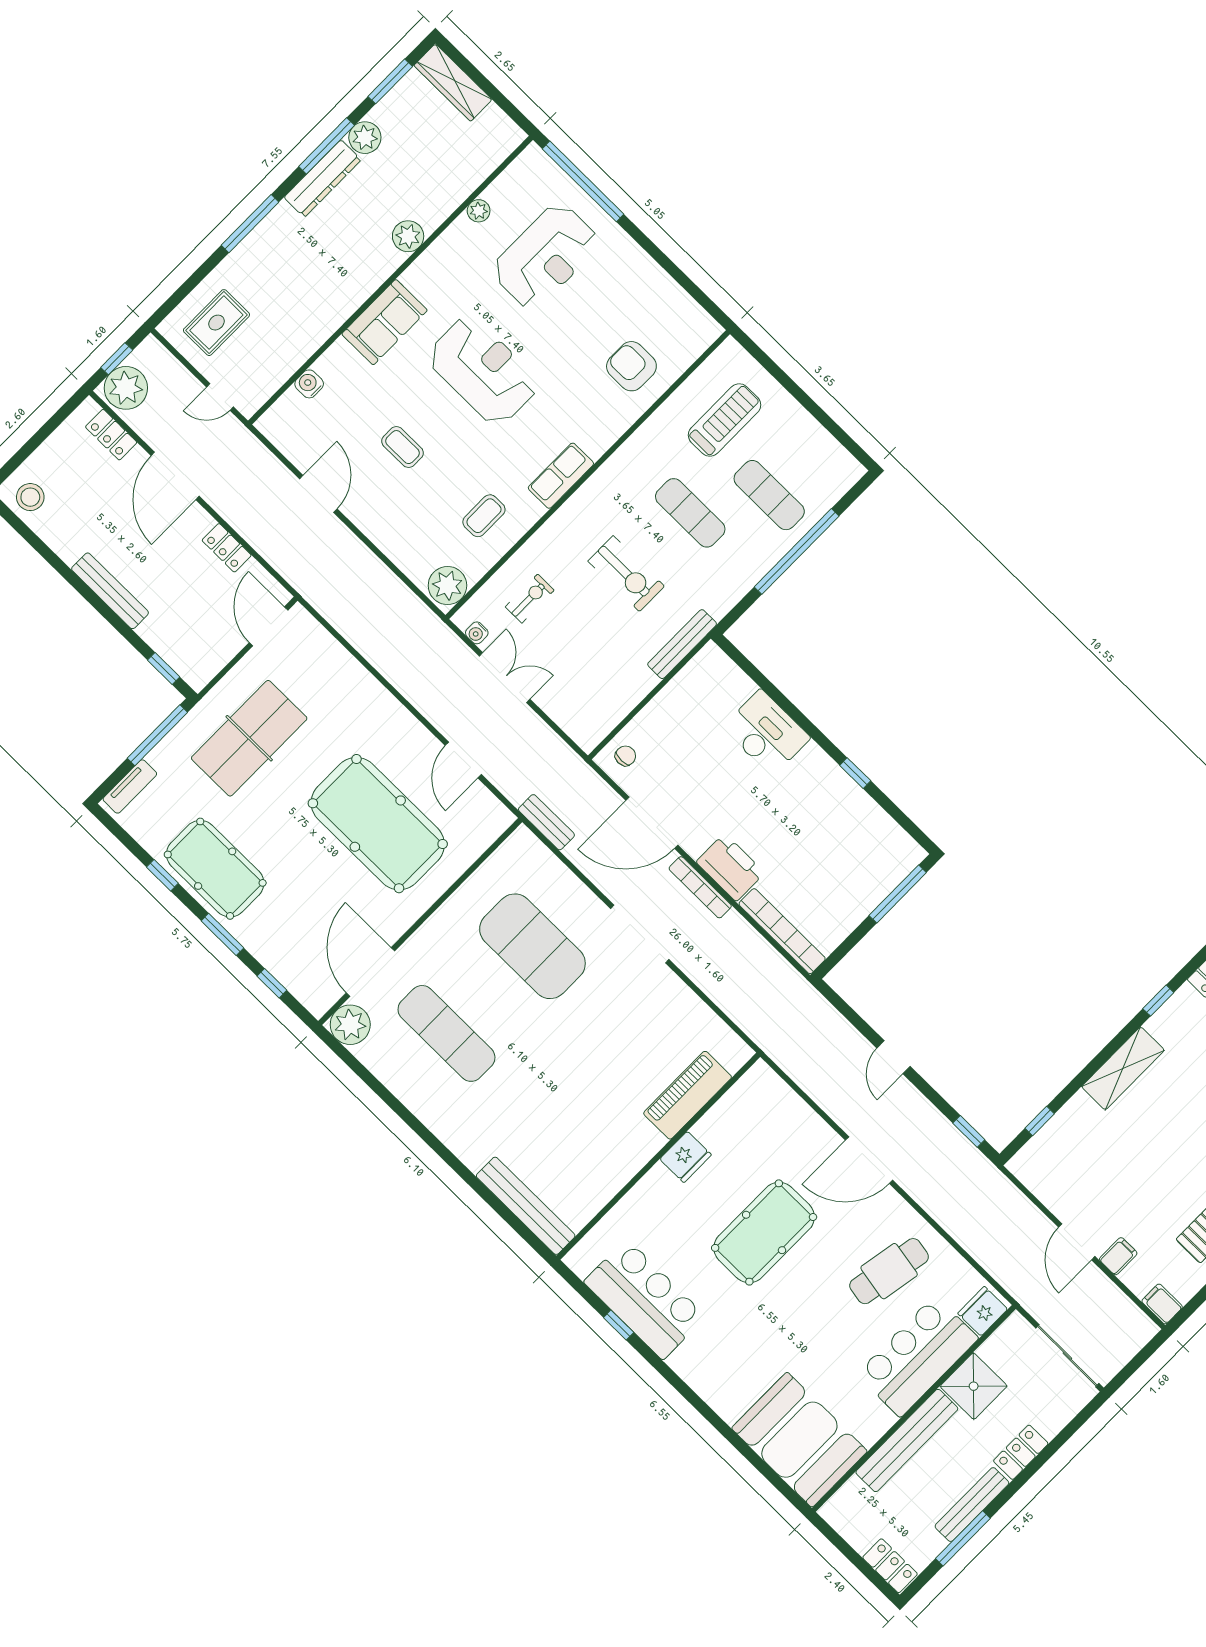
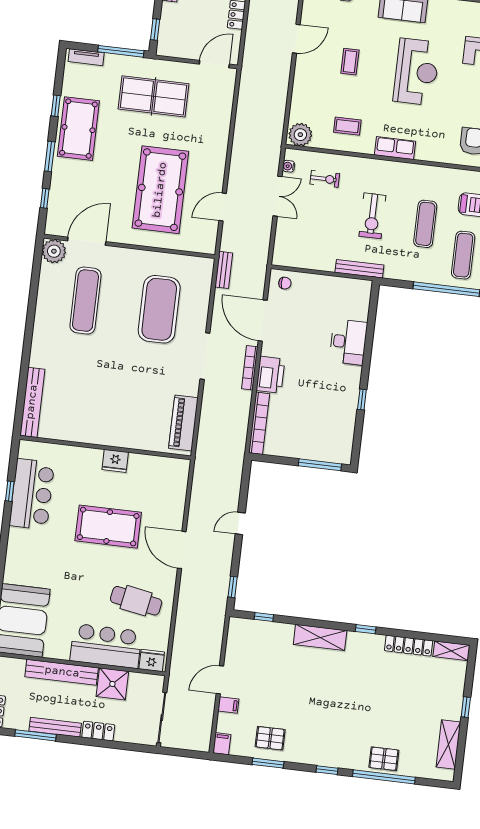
piano: (688, 1095) -> (183, 423), moved, turned -90

